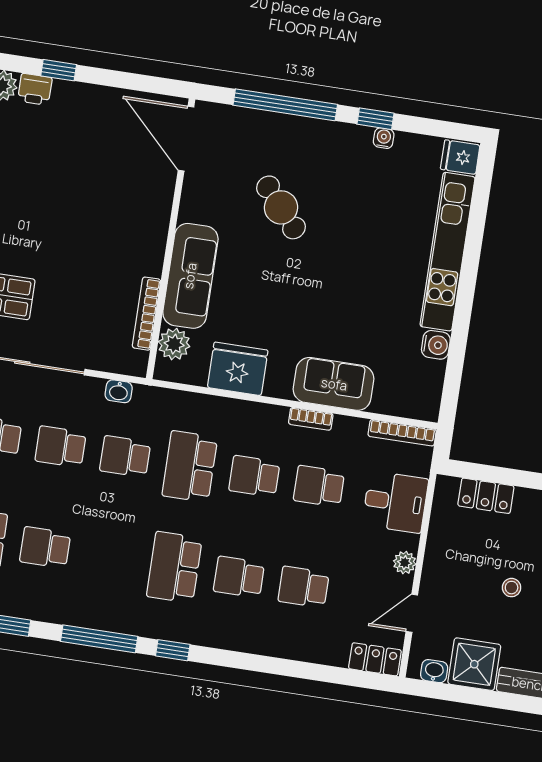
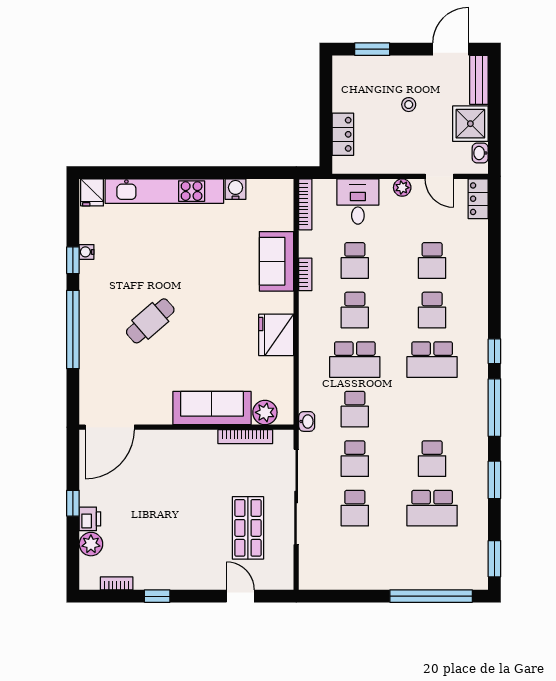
door: (186, 139) -> (110, 427), moved
wall: (171, 239) -> (186, 427), moved
sofa: (190, 276) -> (212, 408), moved
bookcase: (147, 314) -> (245, 437), moved
plant: (174, 344) -> (265, 412), moved

